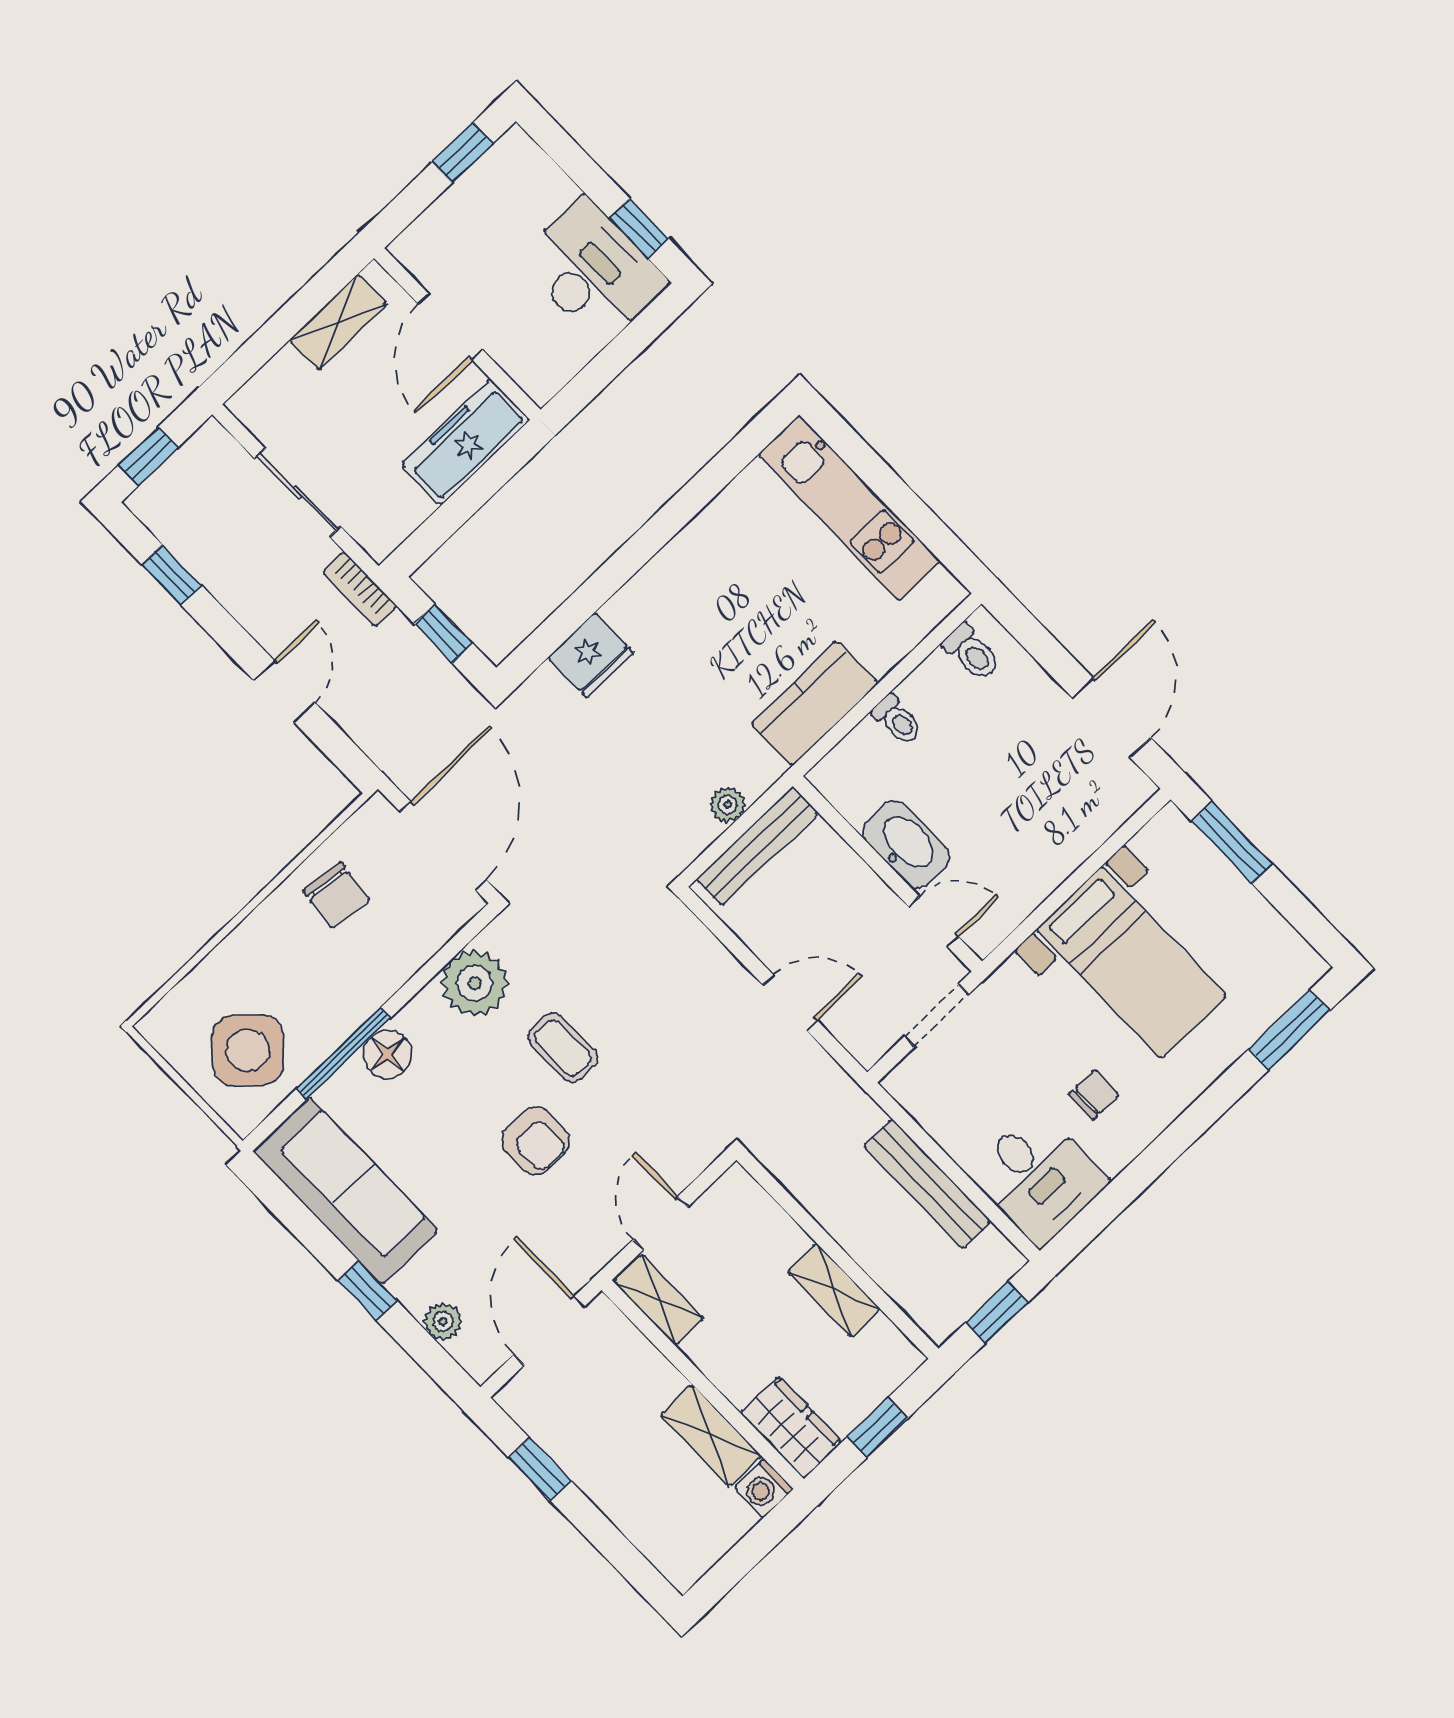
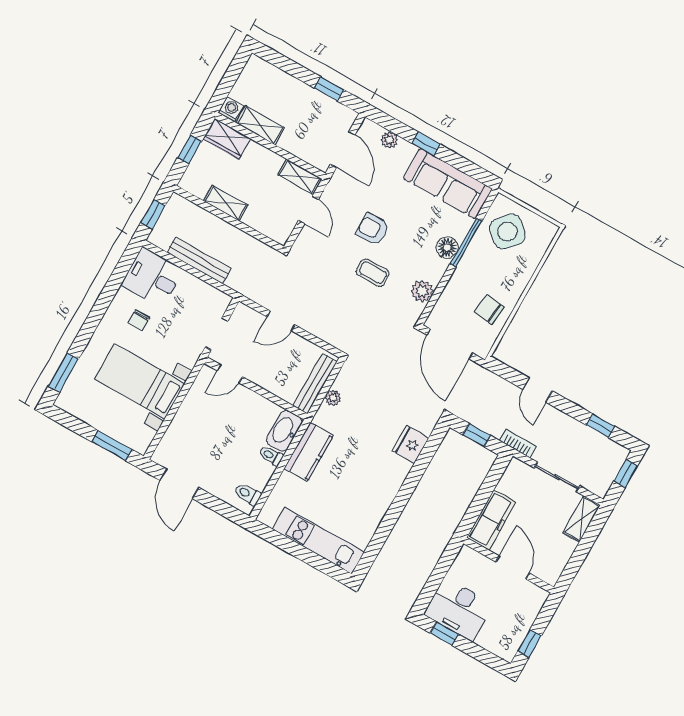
shelving: (338, 322) -> (582, 519), moved
washbasin: (906, 844) -> (284, 431), moved, turned 90
plant: (475, 983) -> (422, 291), width x0.73, depth x0.73

